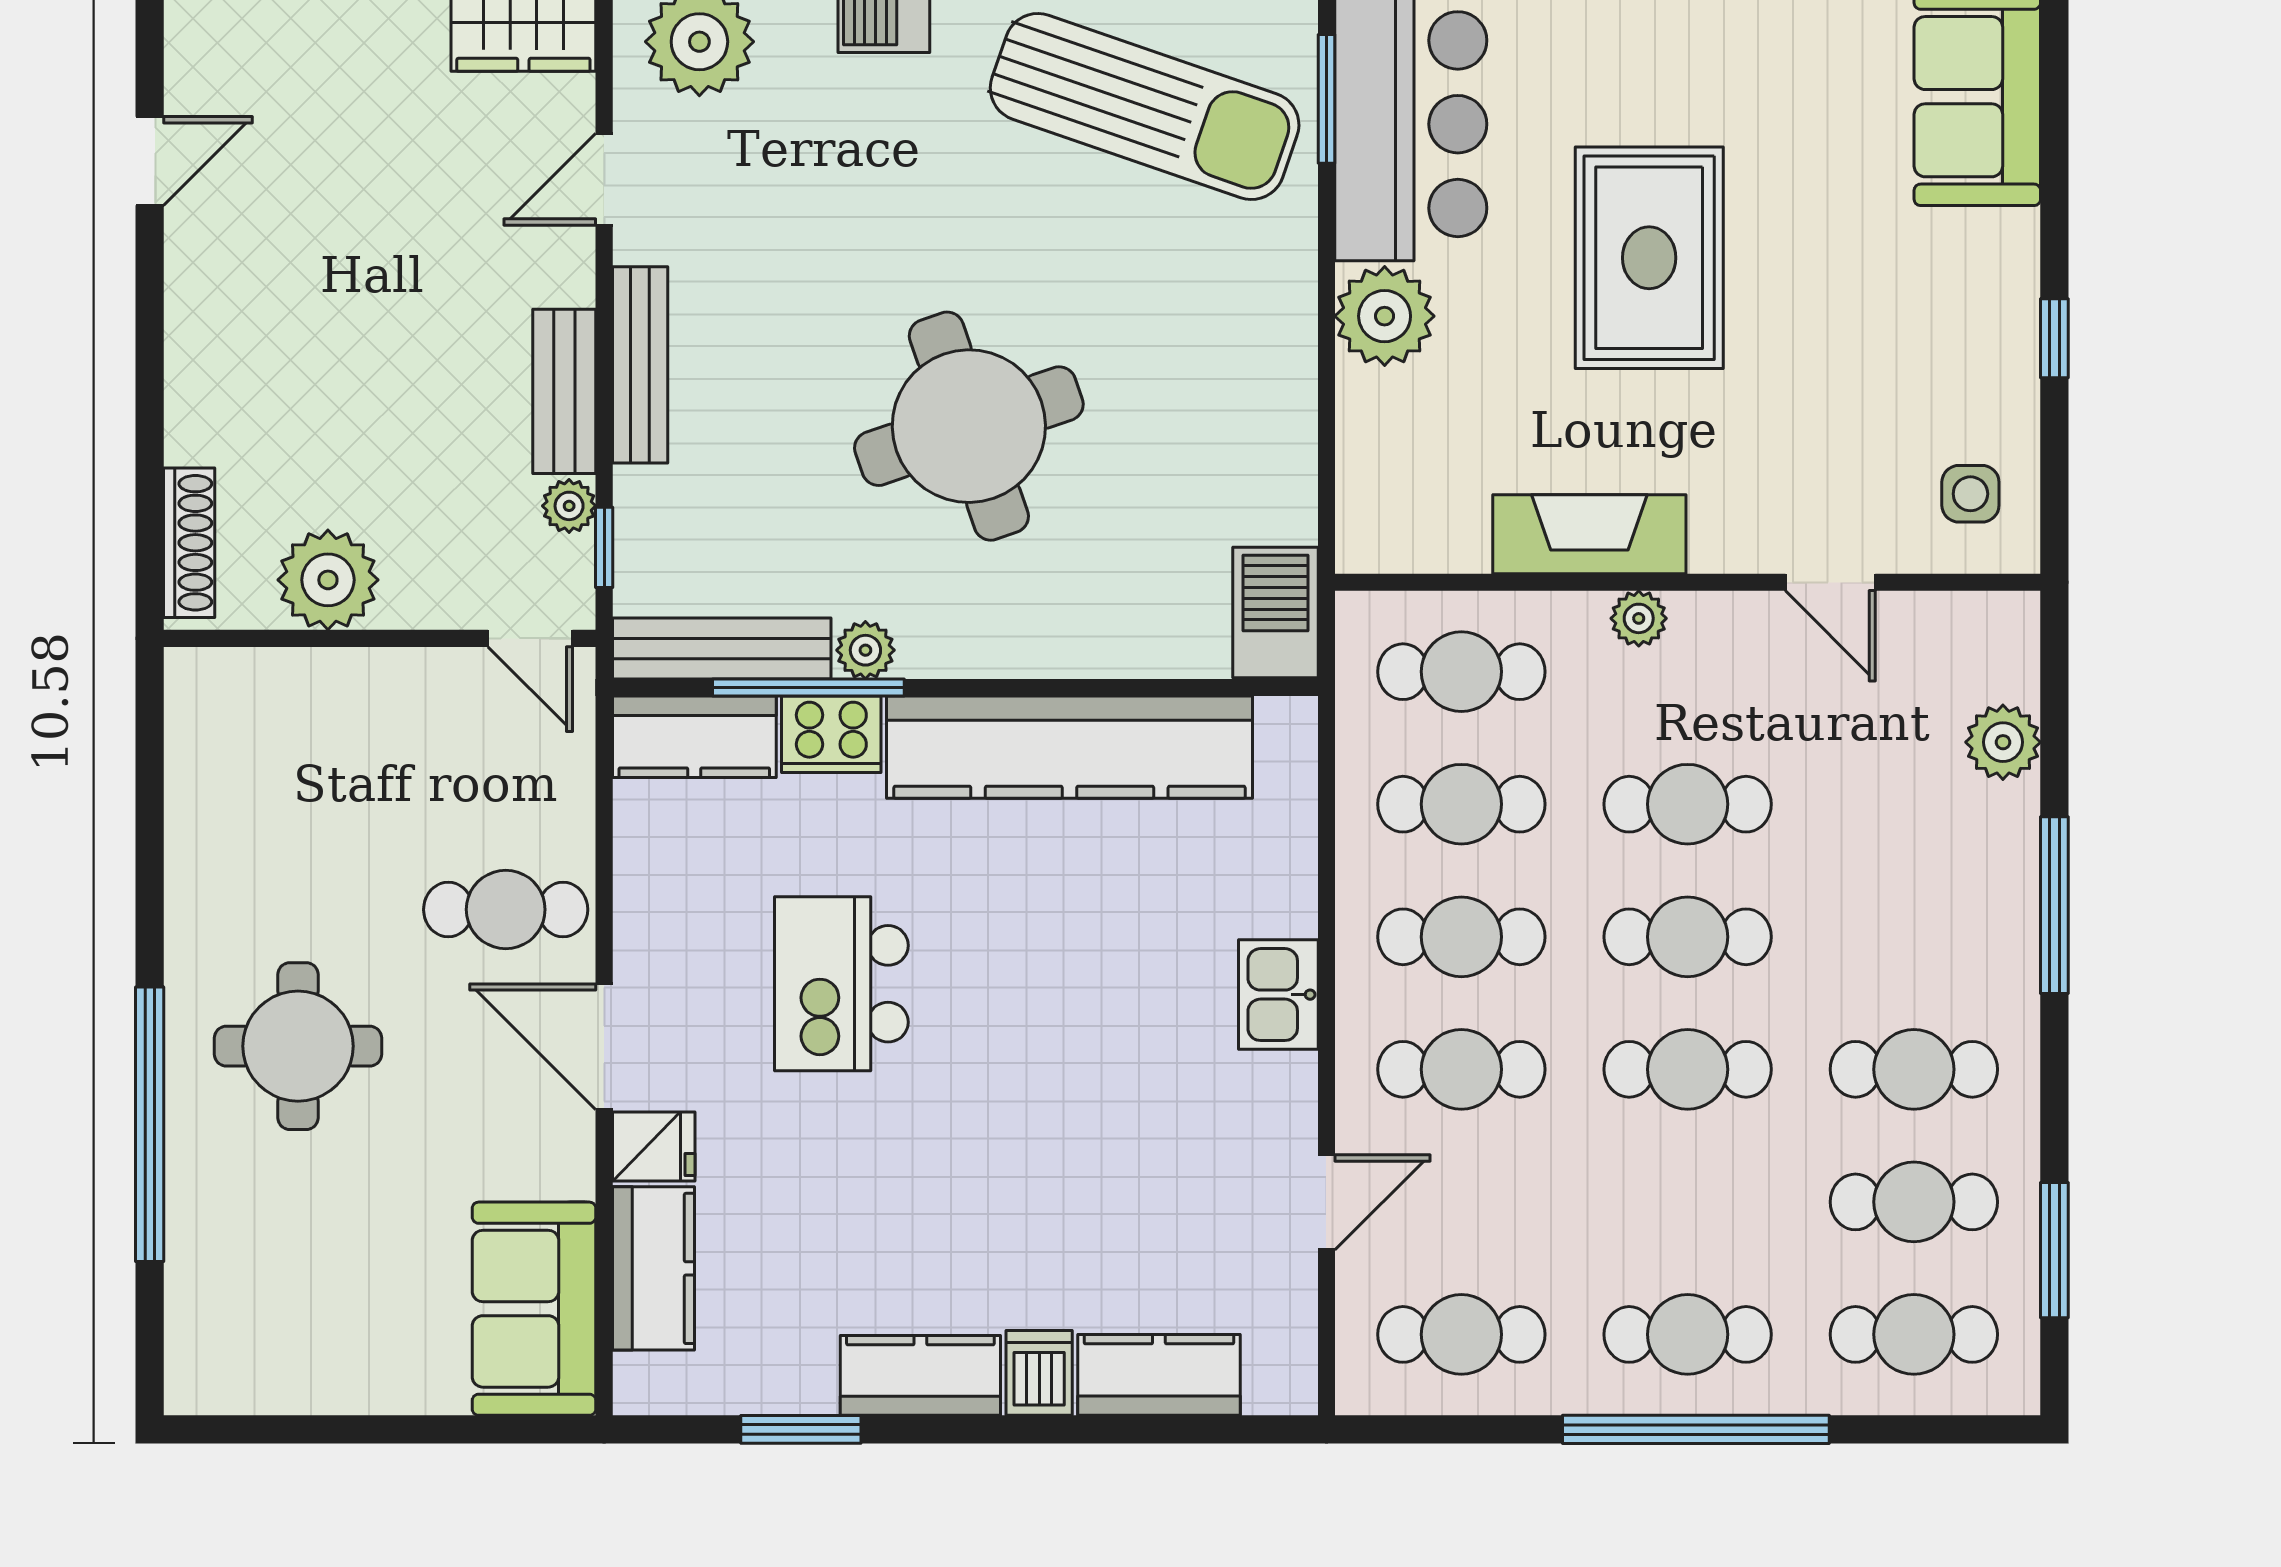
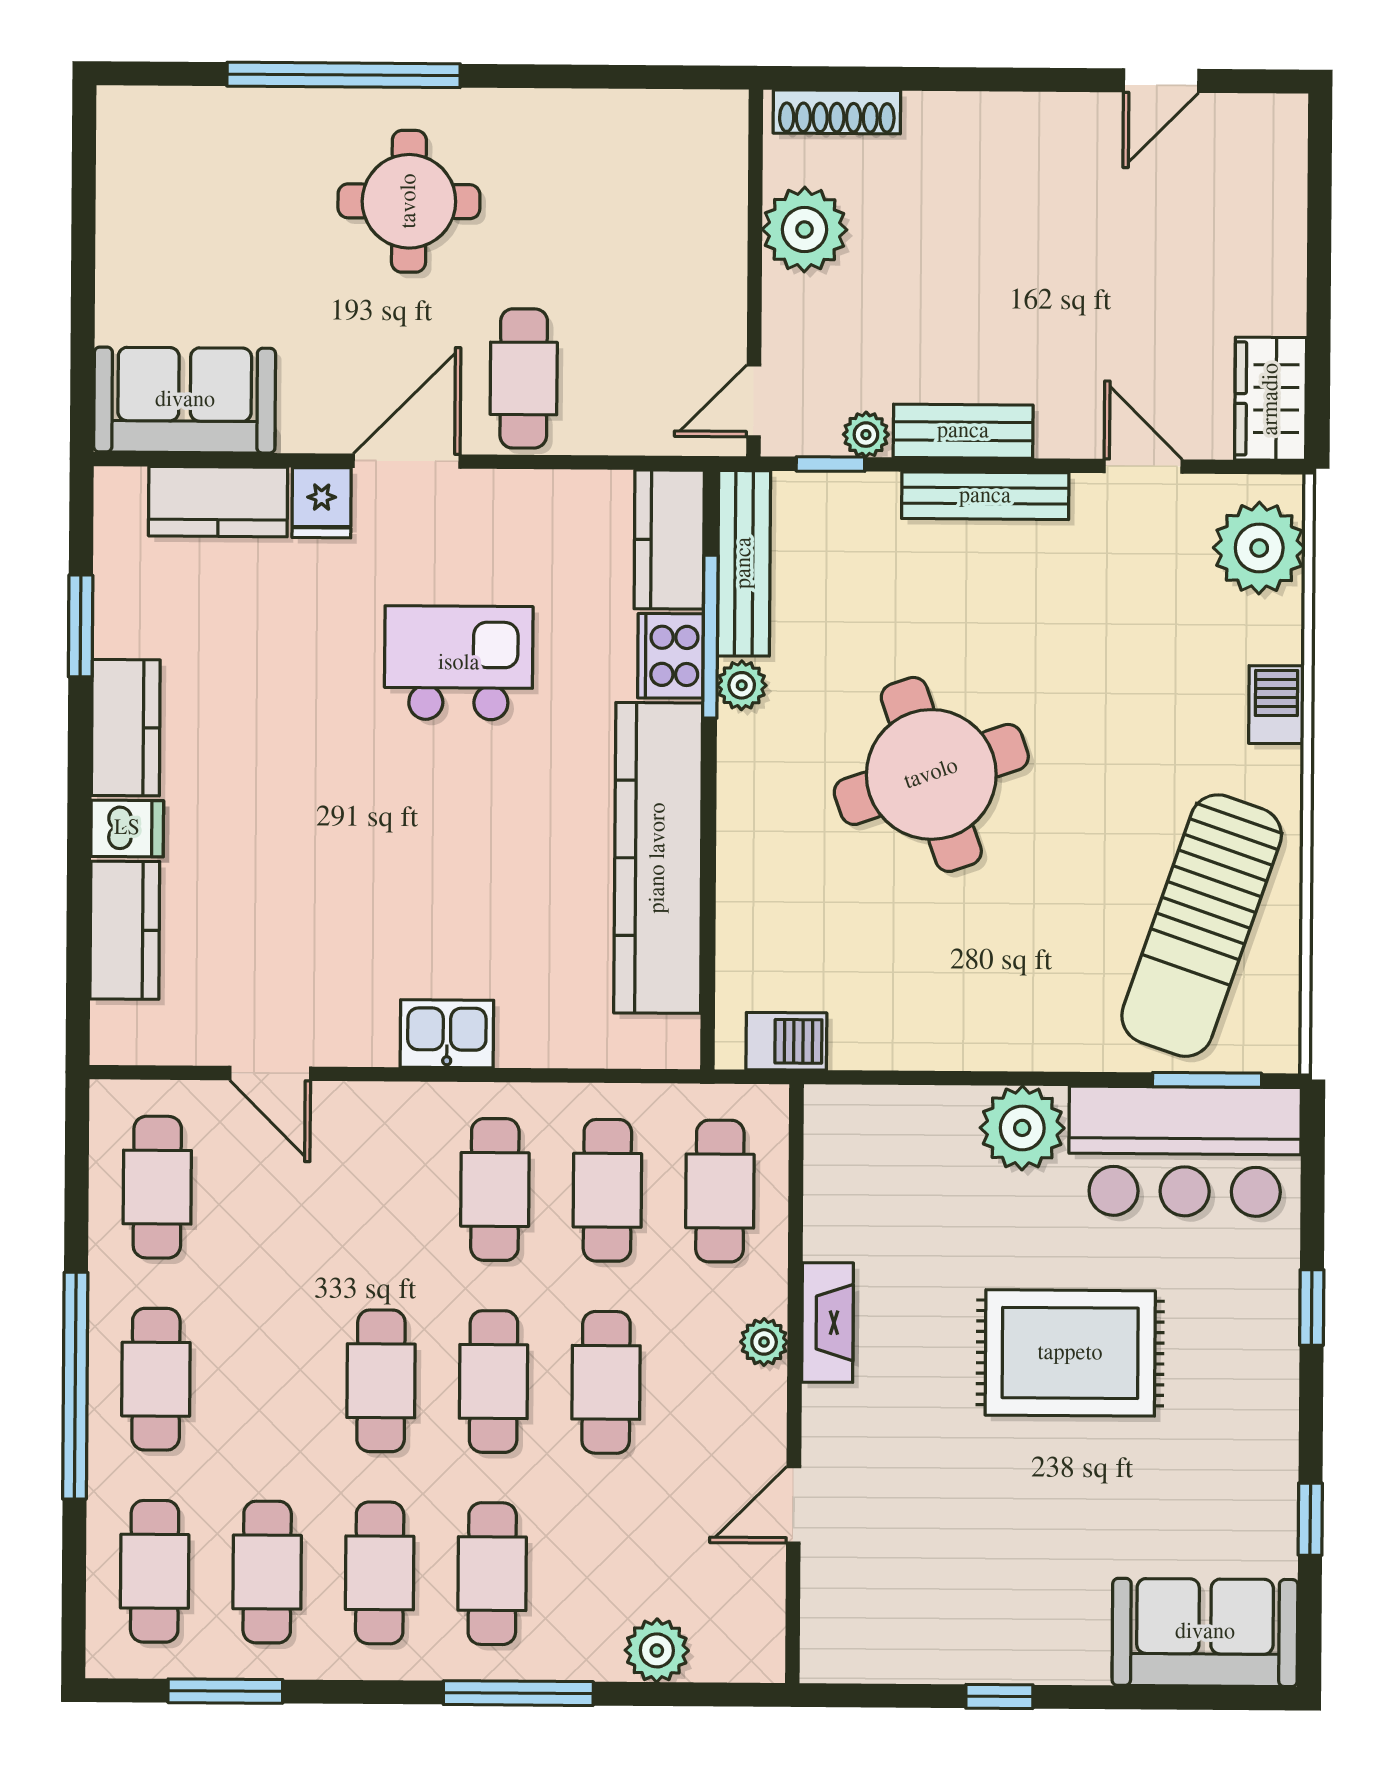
door: (150, 161) -> (1161, 81), hinge flipped
side table: (1970, 494) -> (868, 1624), removed
fireplace: (1589, 534) -> (828, 1323), width x0.73, depth x0.76
barbecue: (1275, 613) -> (786, 1041), width x0.73, depth x0.79
cafe table: (1461, 1069) -> (492, 1574), moved

